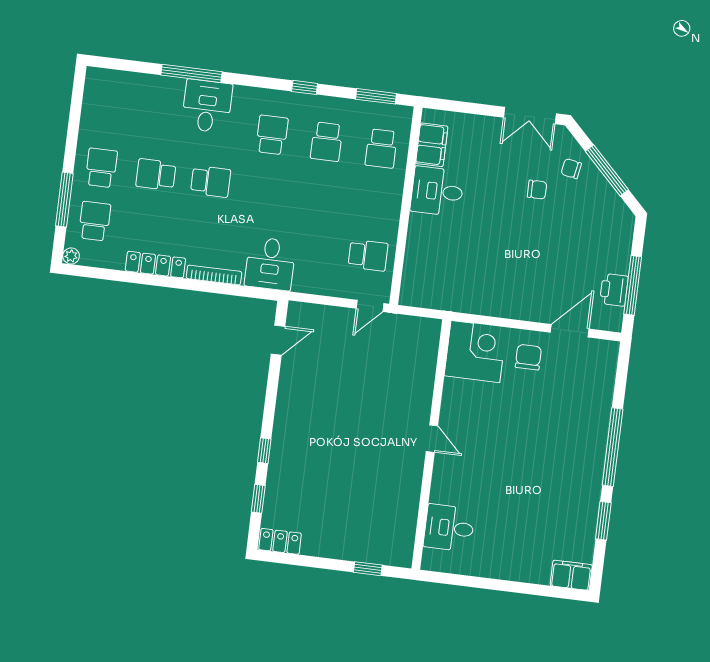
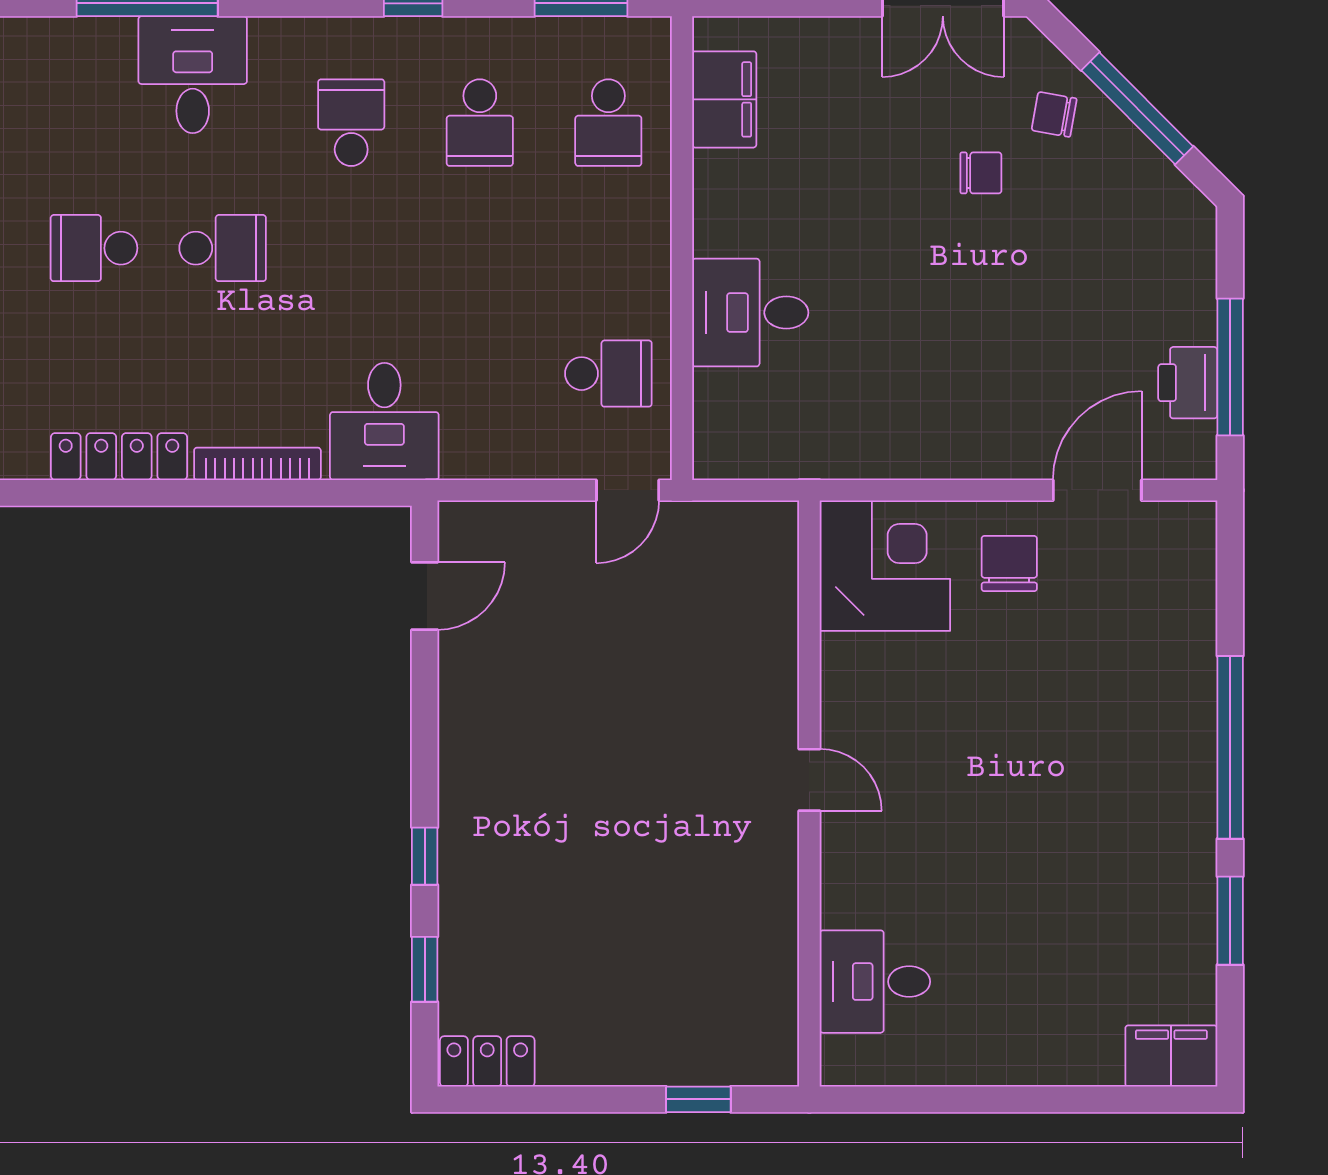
desk: (437, 191) -> (750, 313), moved

